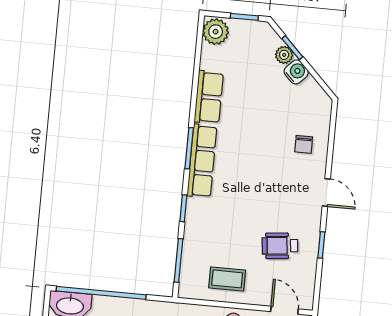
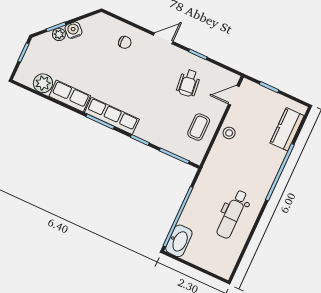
plant: (216, 32) -> (43, 83), moved

